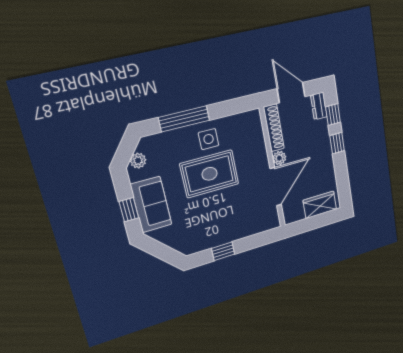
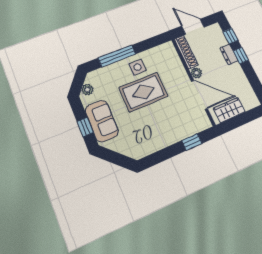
dresser: (319, 106) -> (229, 54), moved
door: (276, 187) -> (199, 95), hinge flipped
wardrobe: (320, 205) -> (229, 110), moved
window: (223, 251) -> (192, 142), moved

